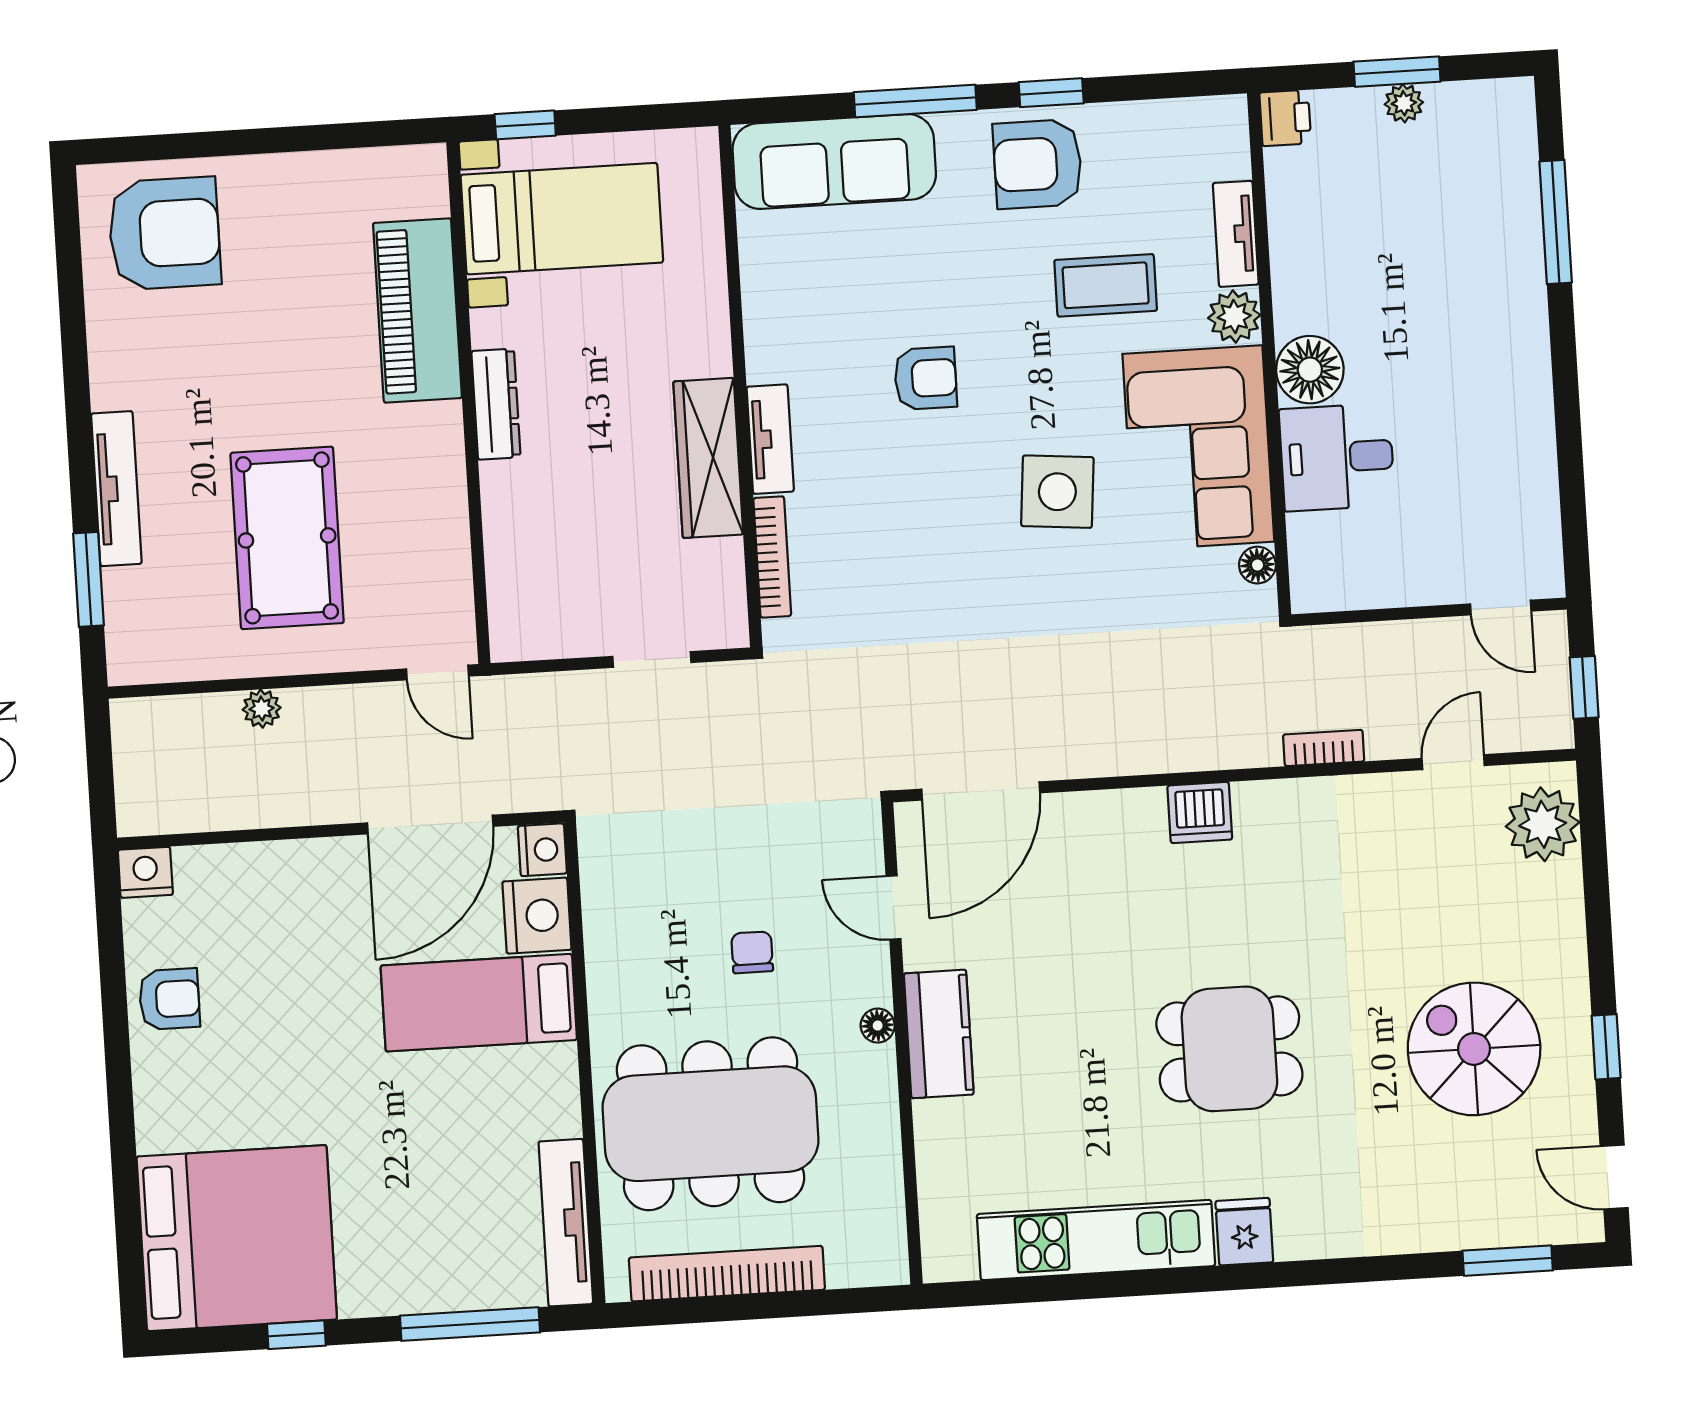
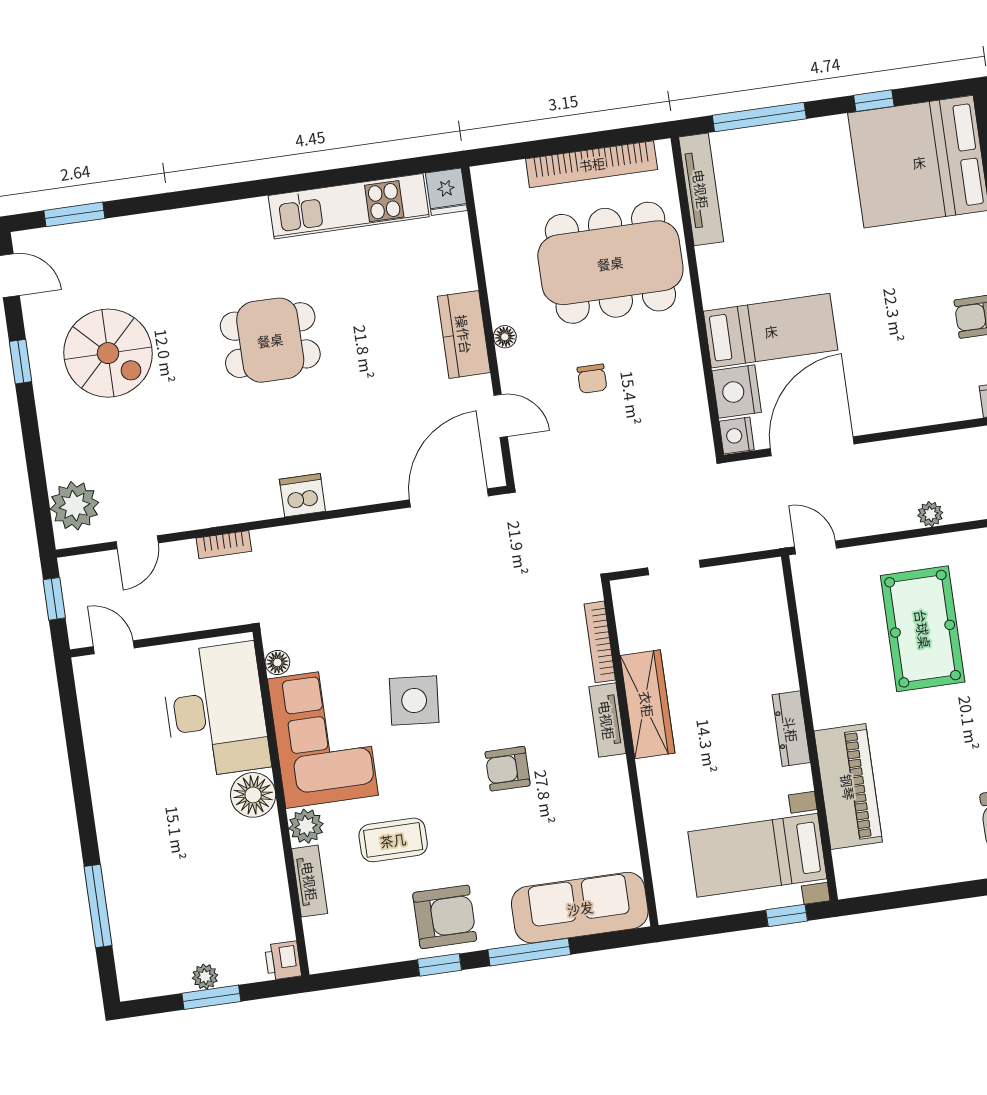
desk: (1337, 457) -> (215, 710), width x1.87, depth x1.30
fridge: (1244, 1232) -> (446, 192), moved

